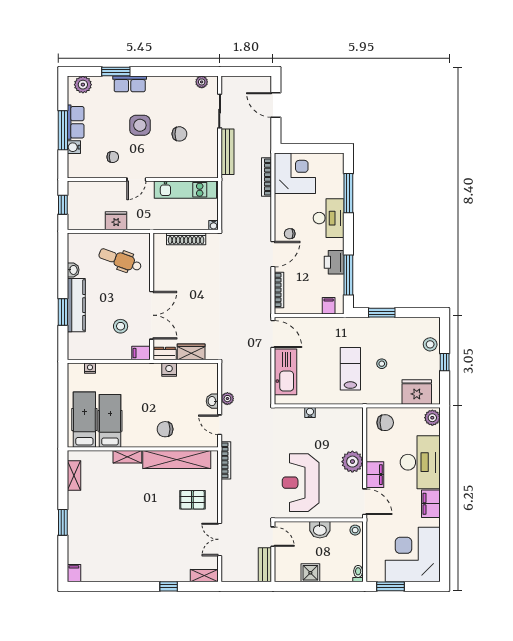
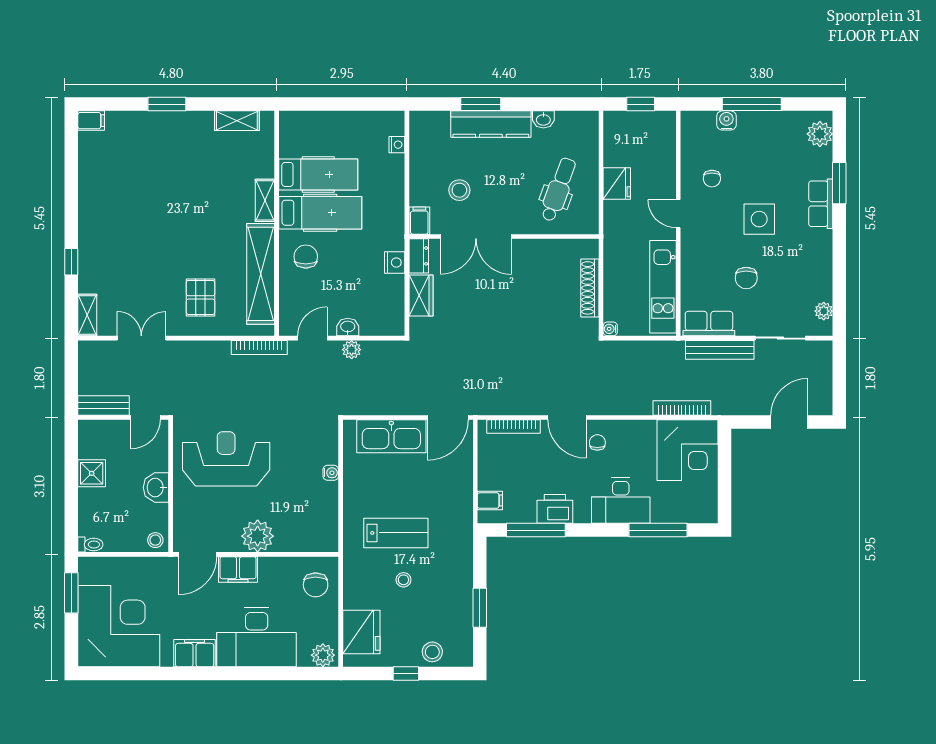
row of seats: (76, 122) -> (709, 324), moved, turned 180
window: (382, 313) -> (480, 608), moved
hospital bed: (84, 420) -> (320, 213), moved

